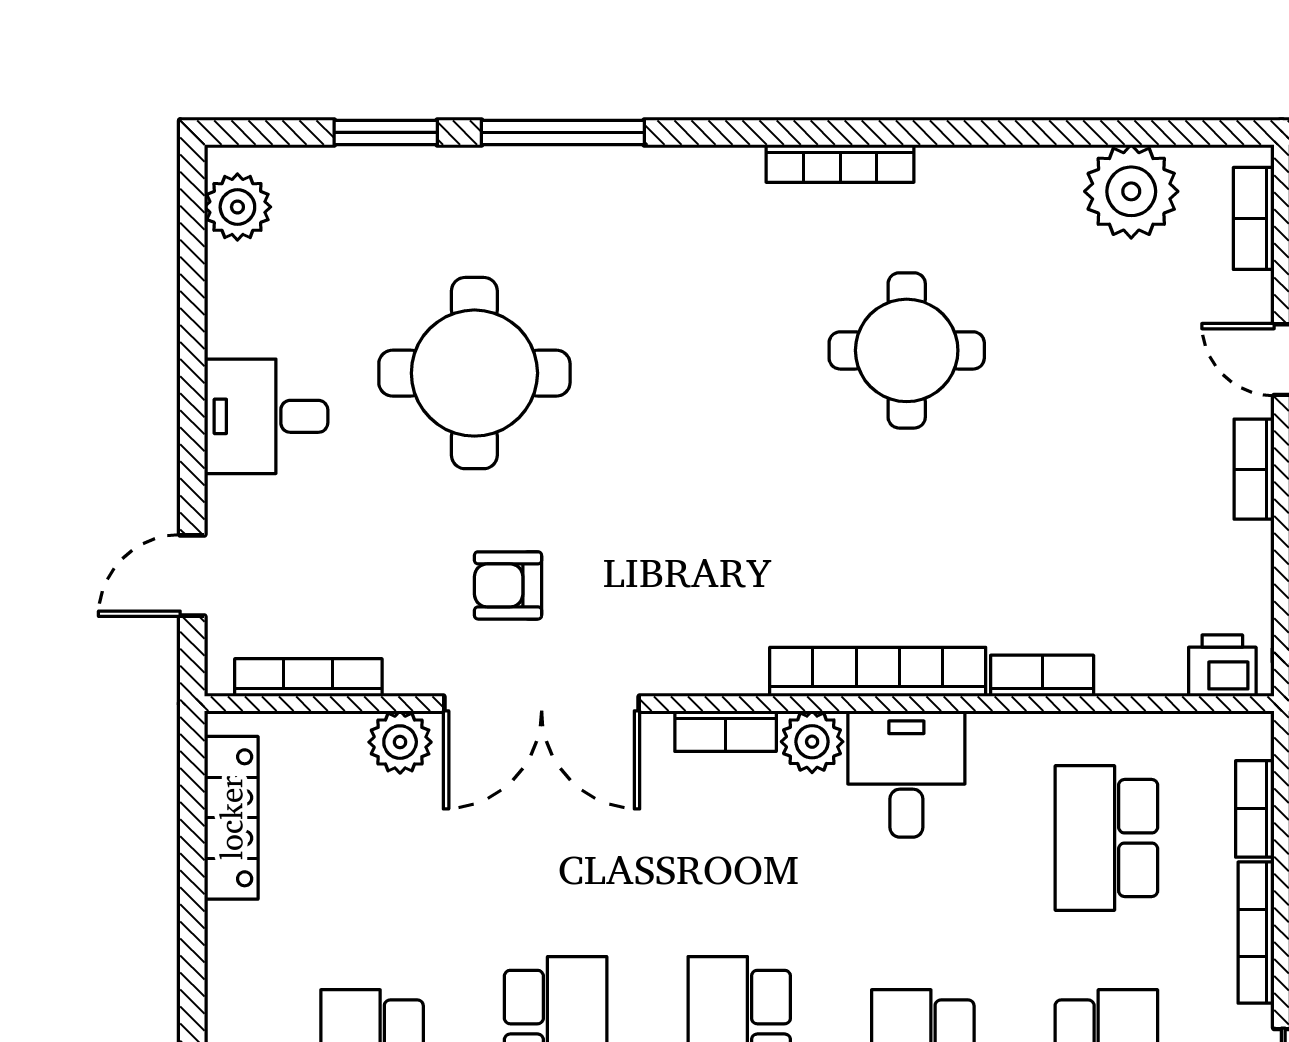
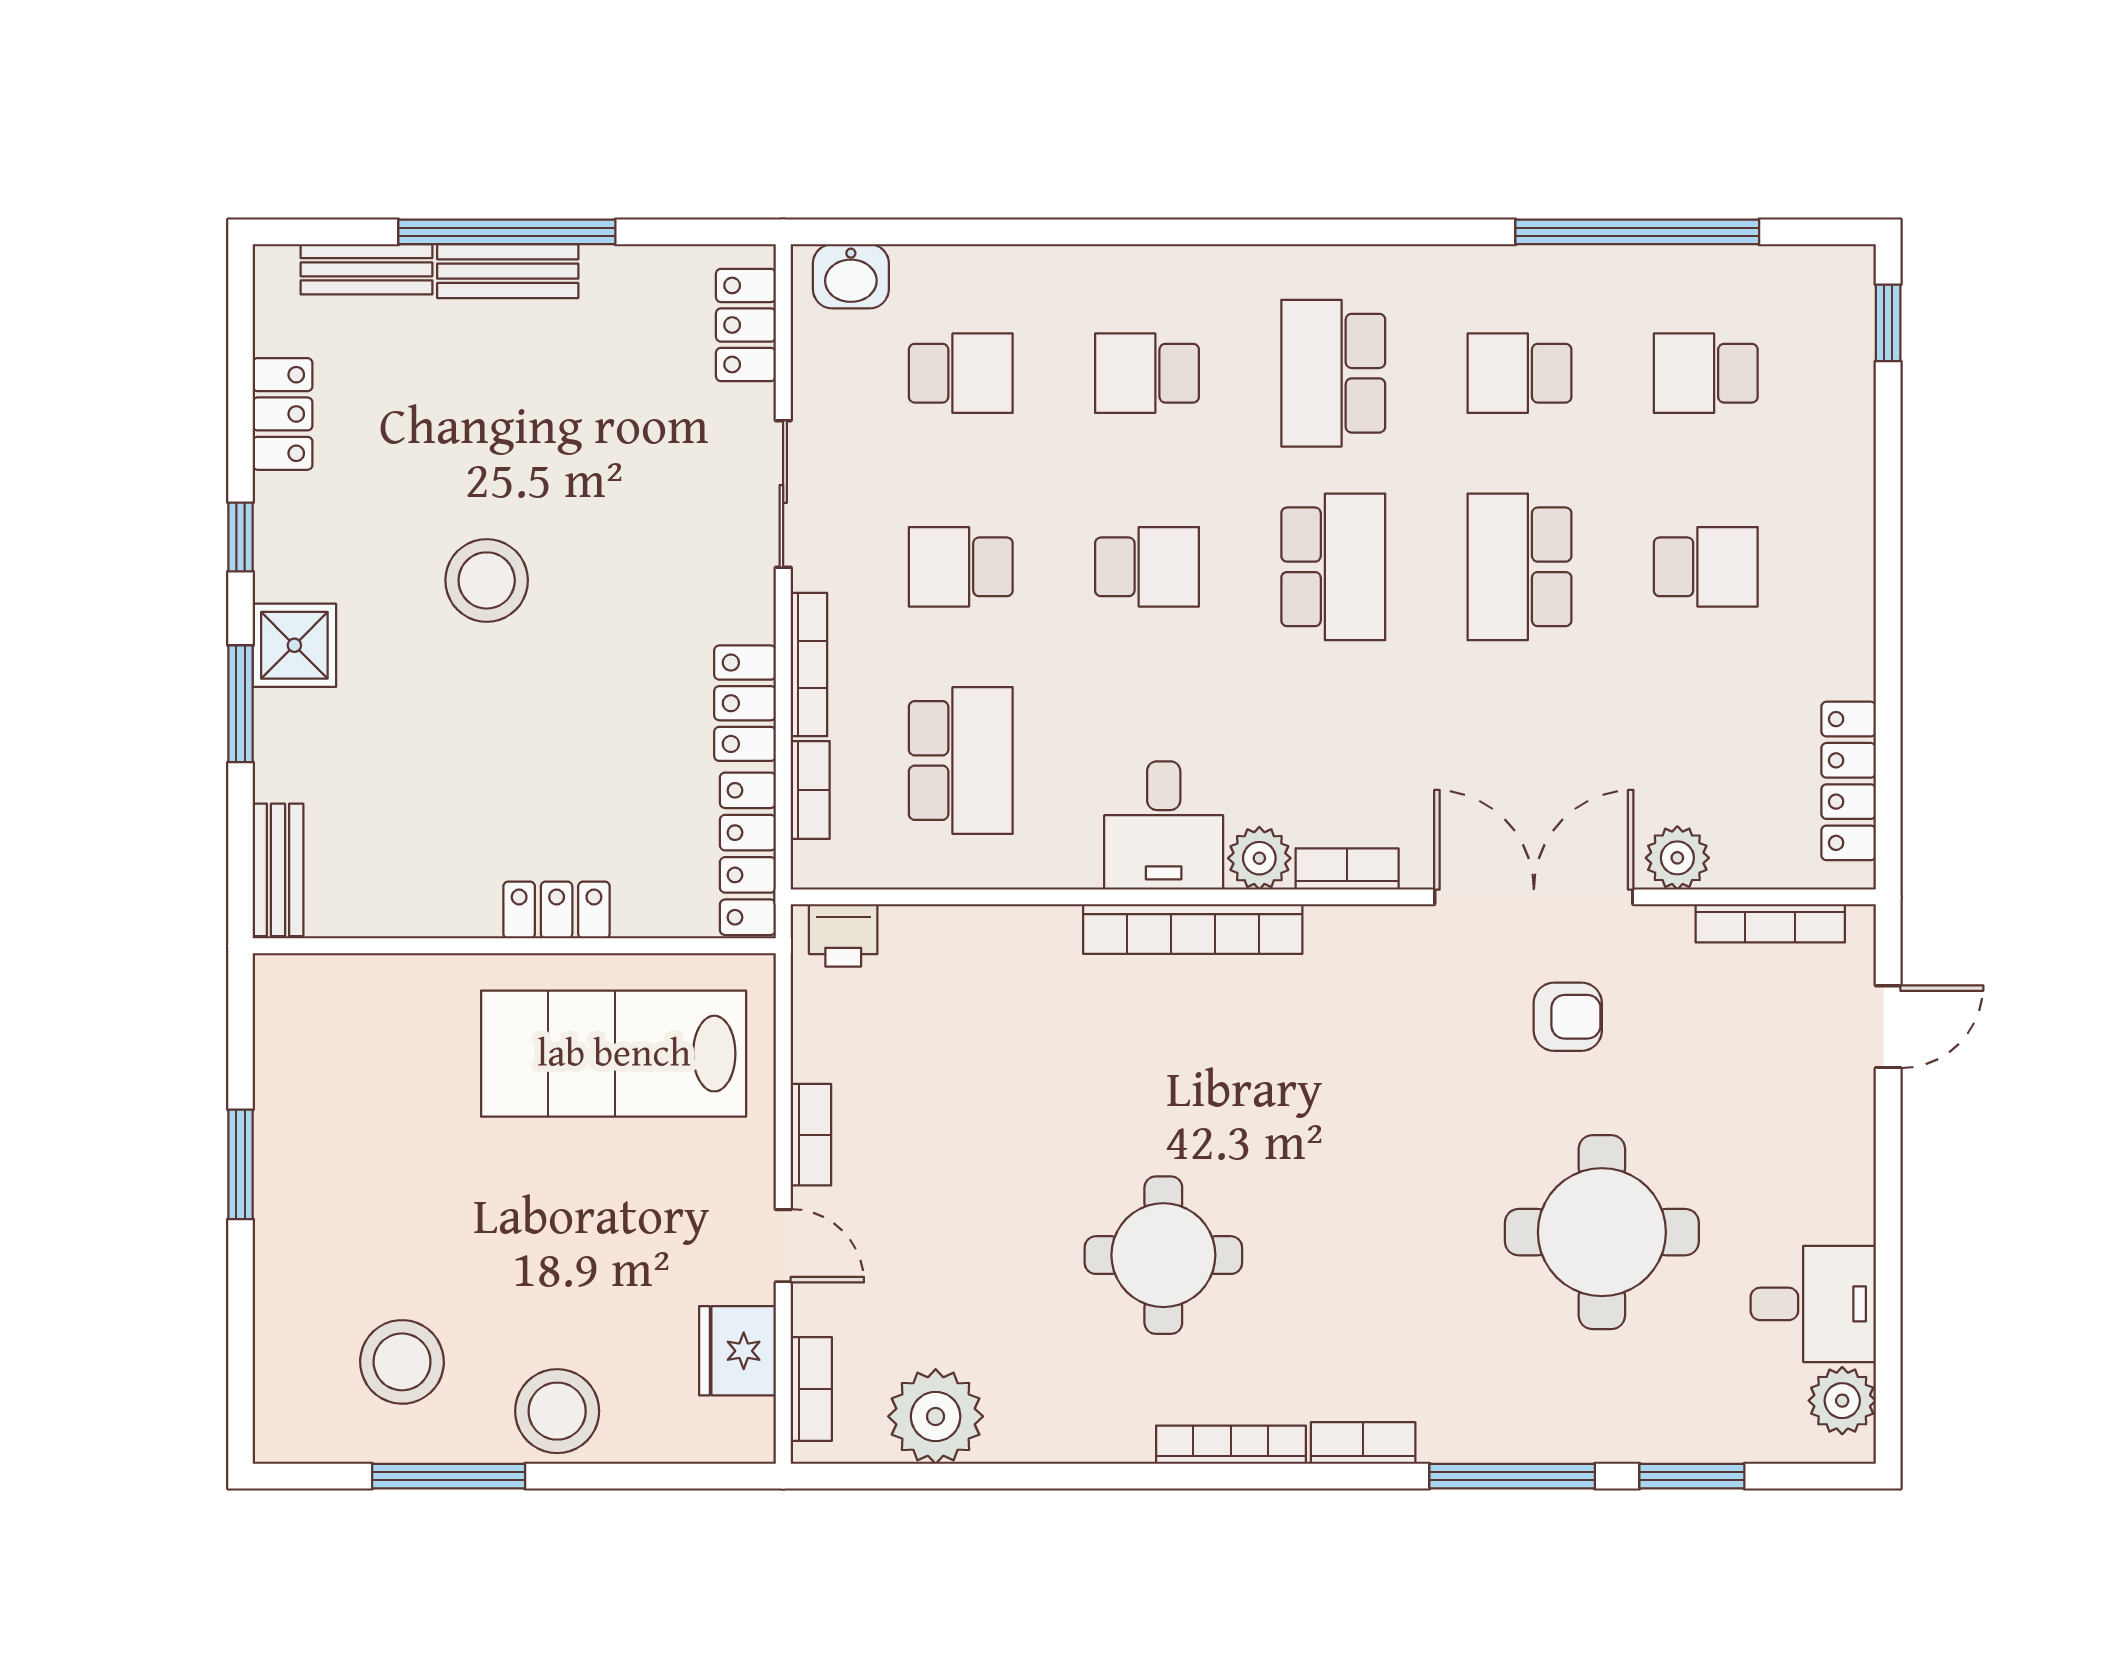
desk: (266, 416) -> (1813, 1304), moved
bookcase: (1042, 676) -> (1363, 1443), moved, turned 180

